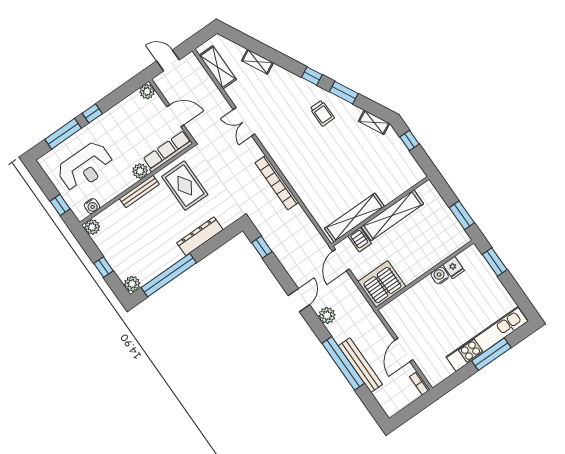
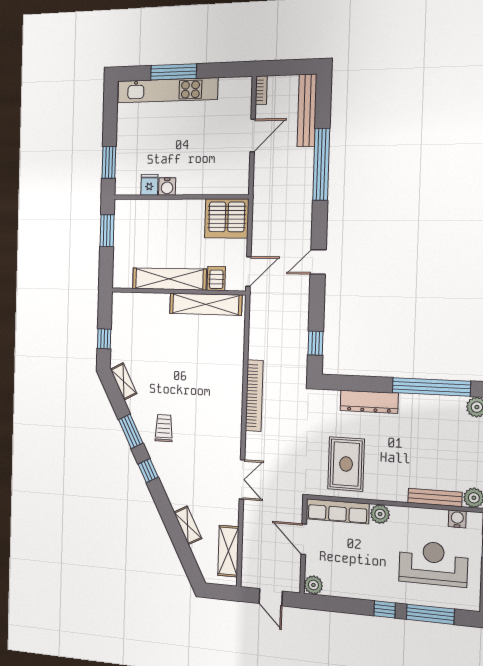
bench: (139, 191) -> (435, 497), moved
plant: (327, 315) -> (302, 226), removed
bench: (360, 365) -> (307, 110), moved

